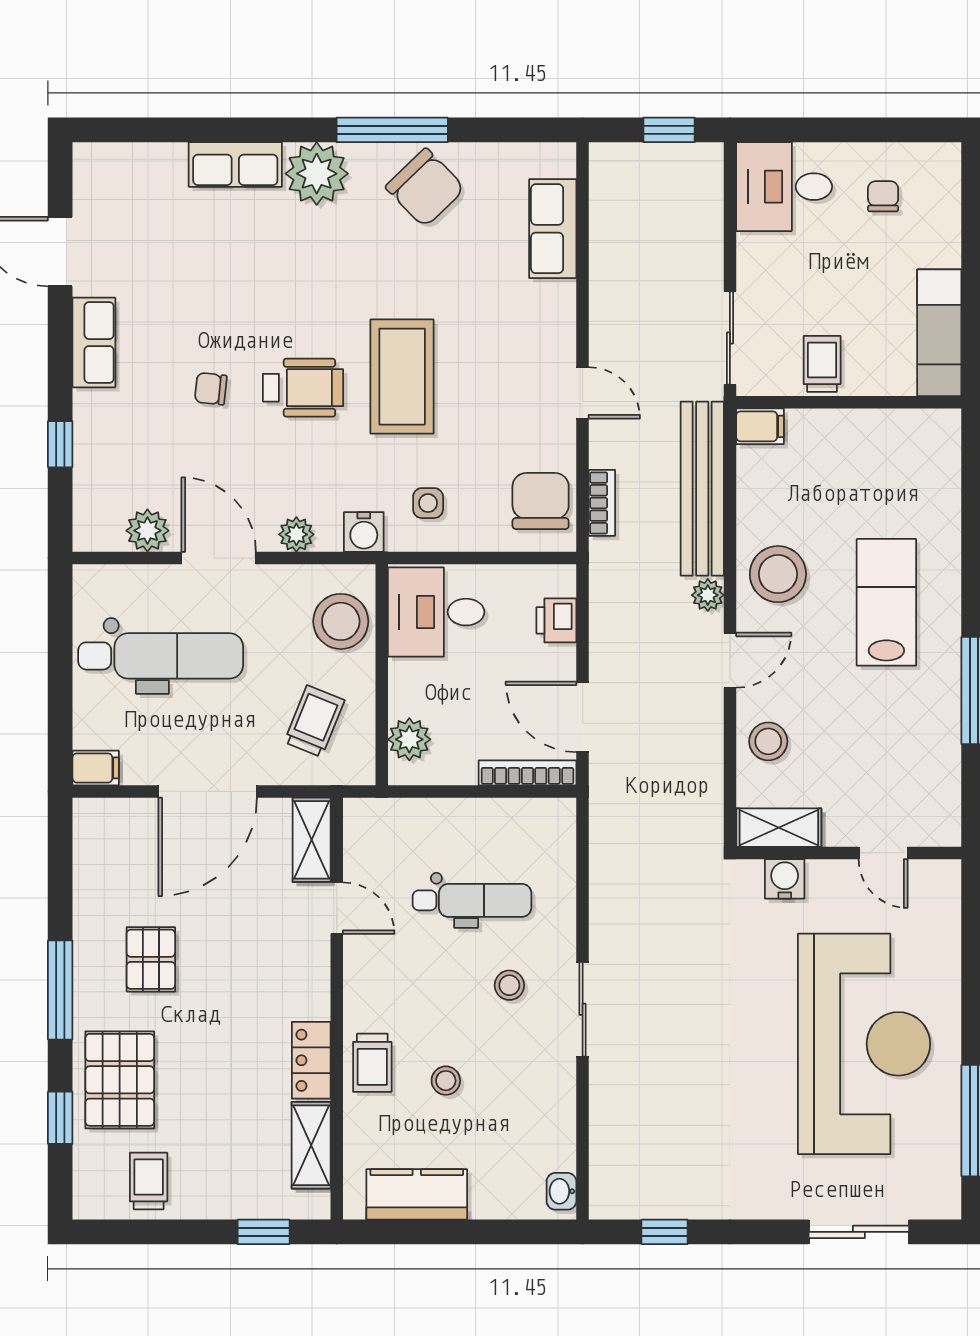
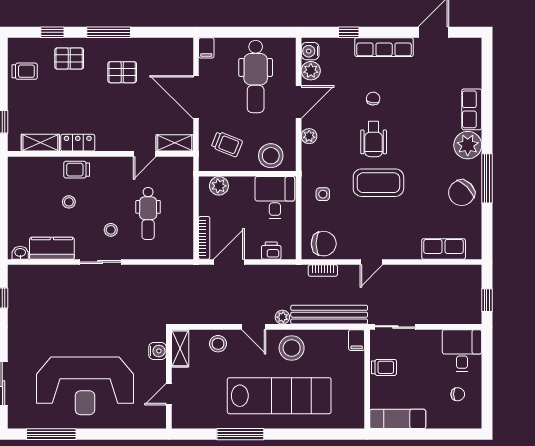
row of seats: (94, 343) -> (384, 47), width x1.48
water cooler: (364, 532) -> (310, 51), moved
lab bench: (886, 602) -> (279, 396), width x1.86, depth x1.39
pallet: (120, 1080) -> (69, 59), width x0.67, depth x0.71
kitchen counter: (417, 1194) -> (52, 248), moved, turned -90

